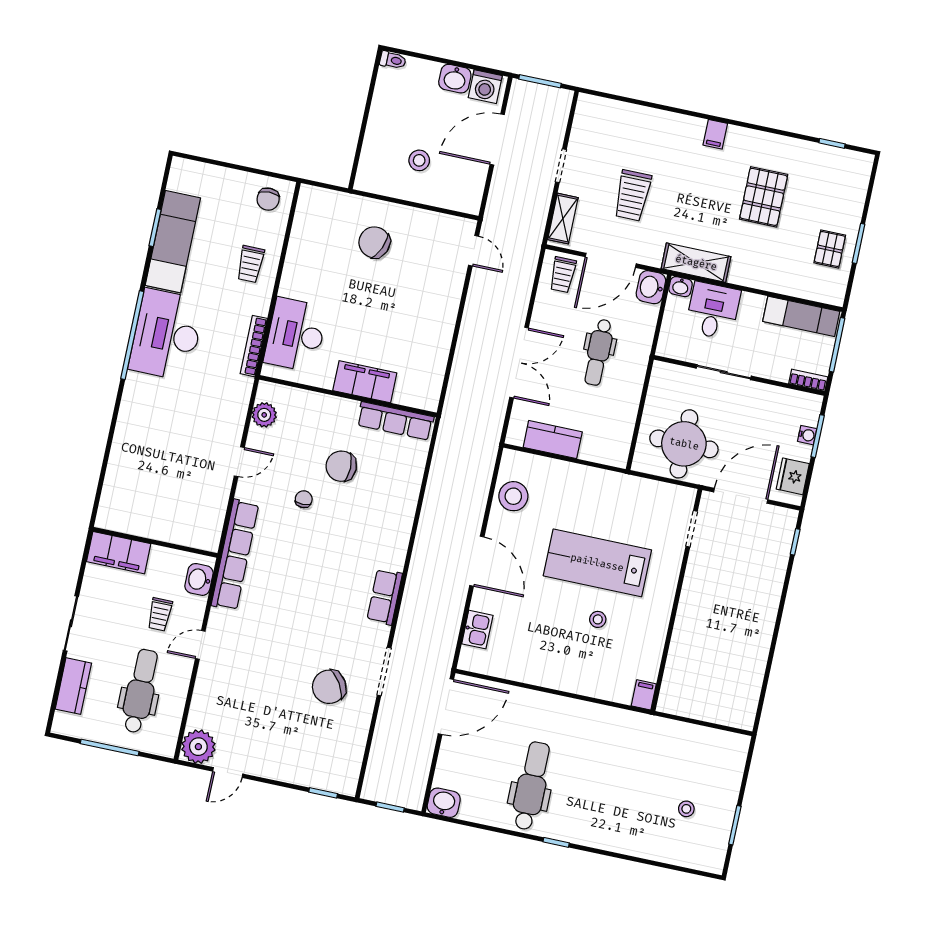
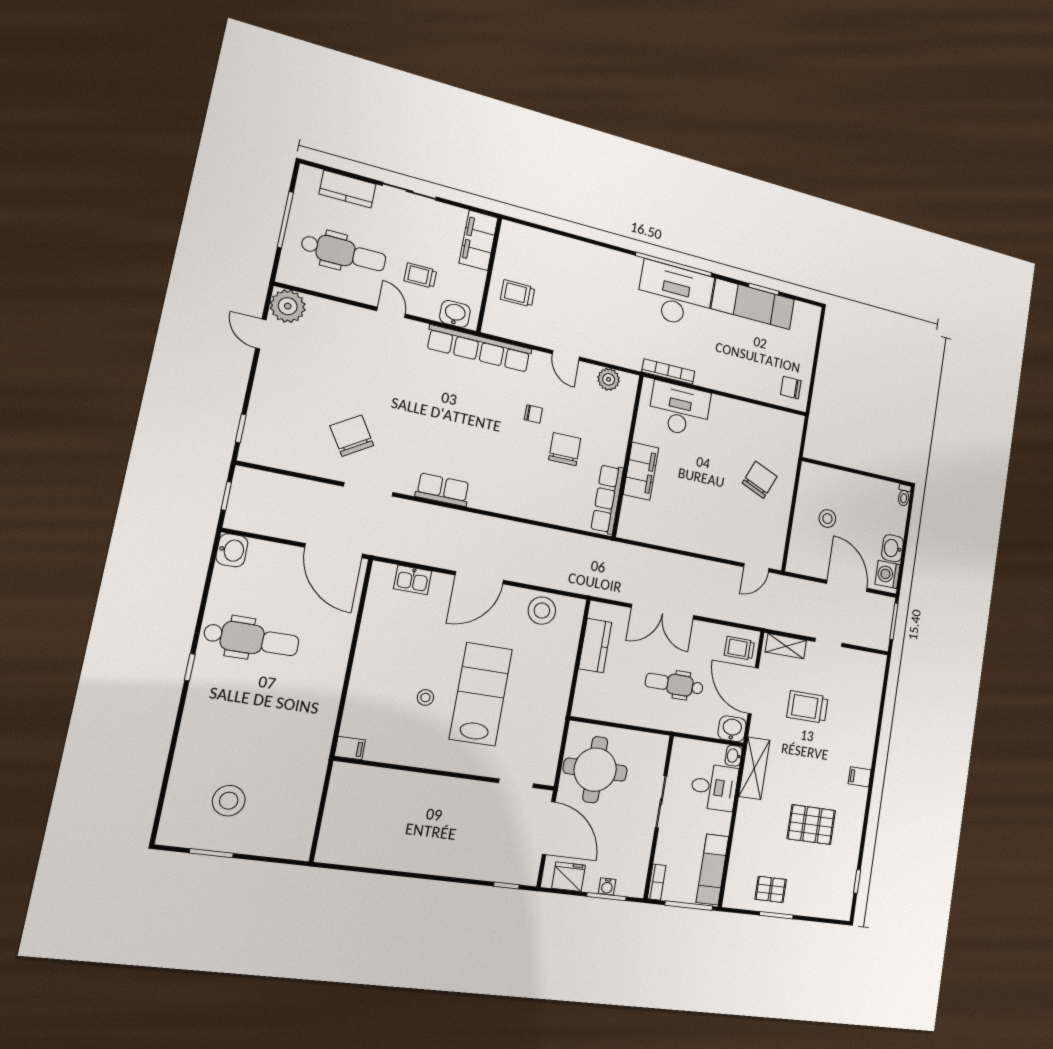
trolley: (251, 264) -> (518, 293), moved
stool: (686, 809) -> (229, 801), width x1.89, depth x1.89

